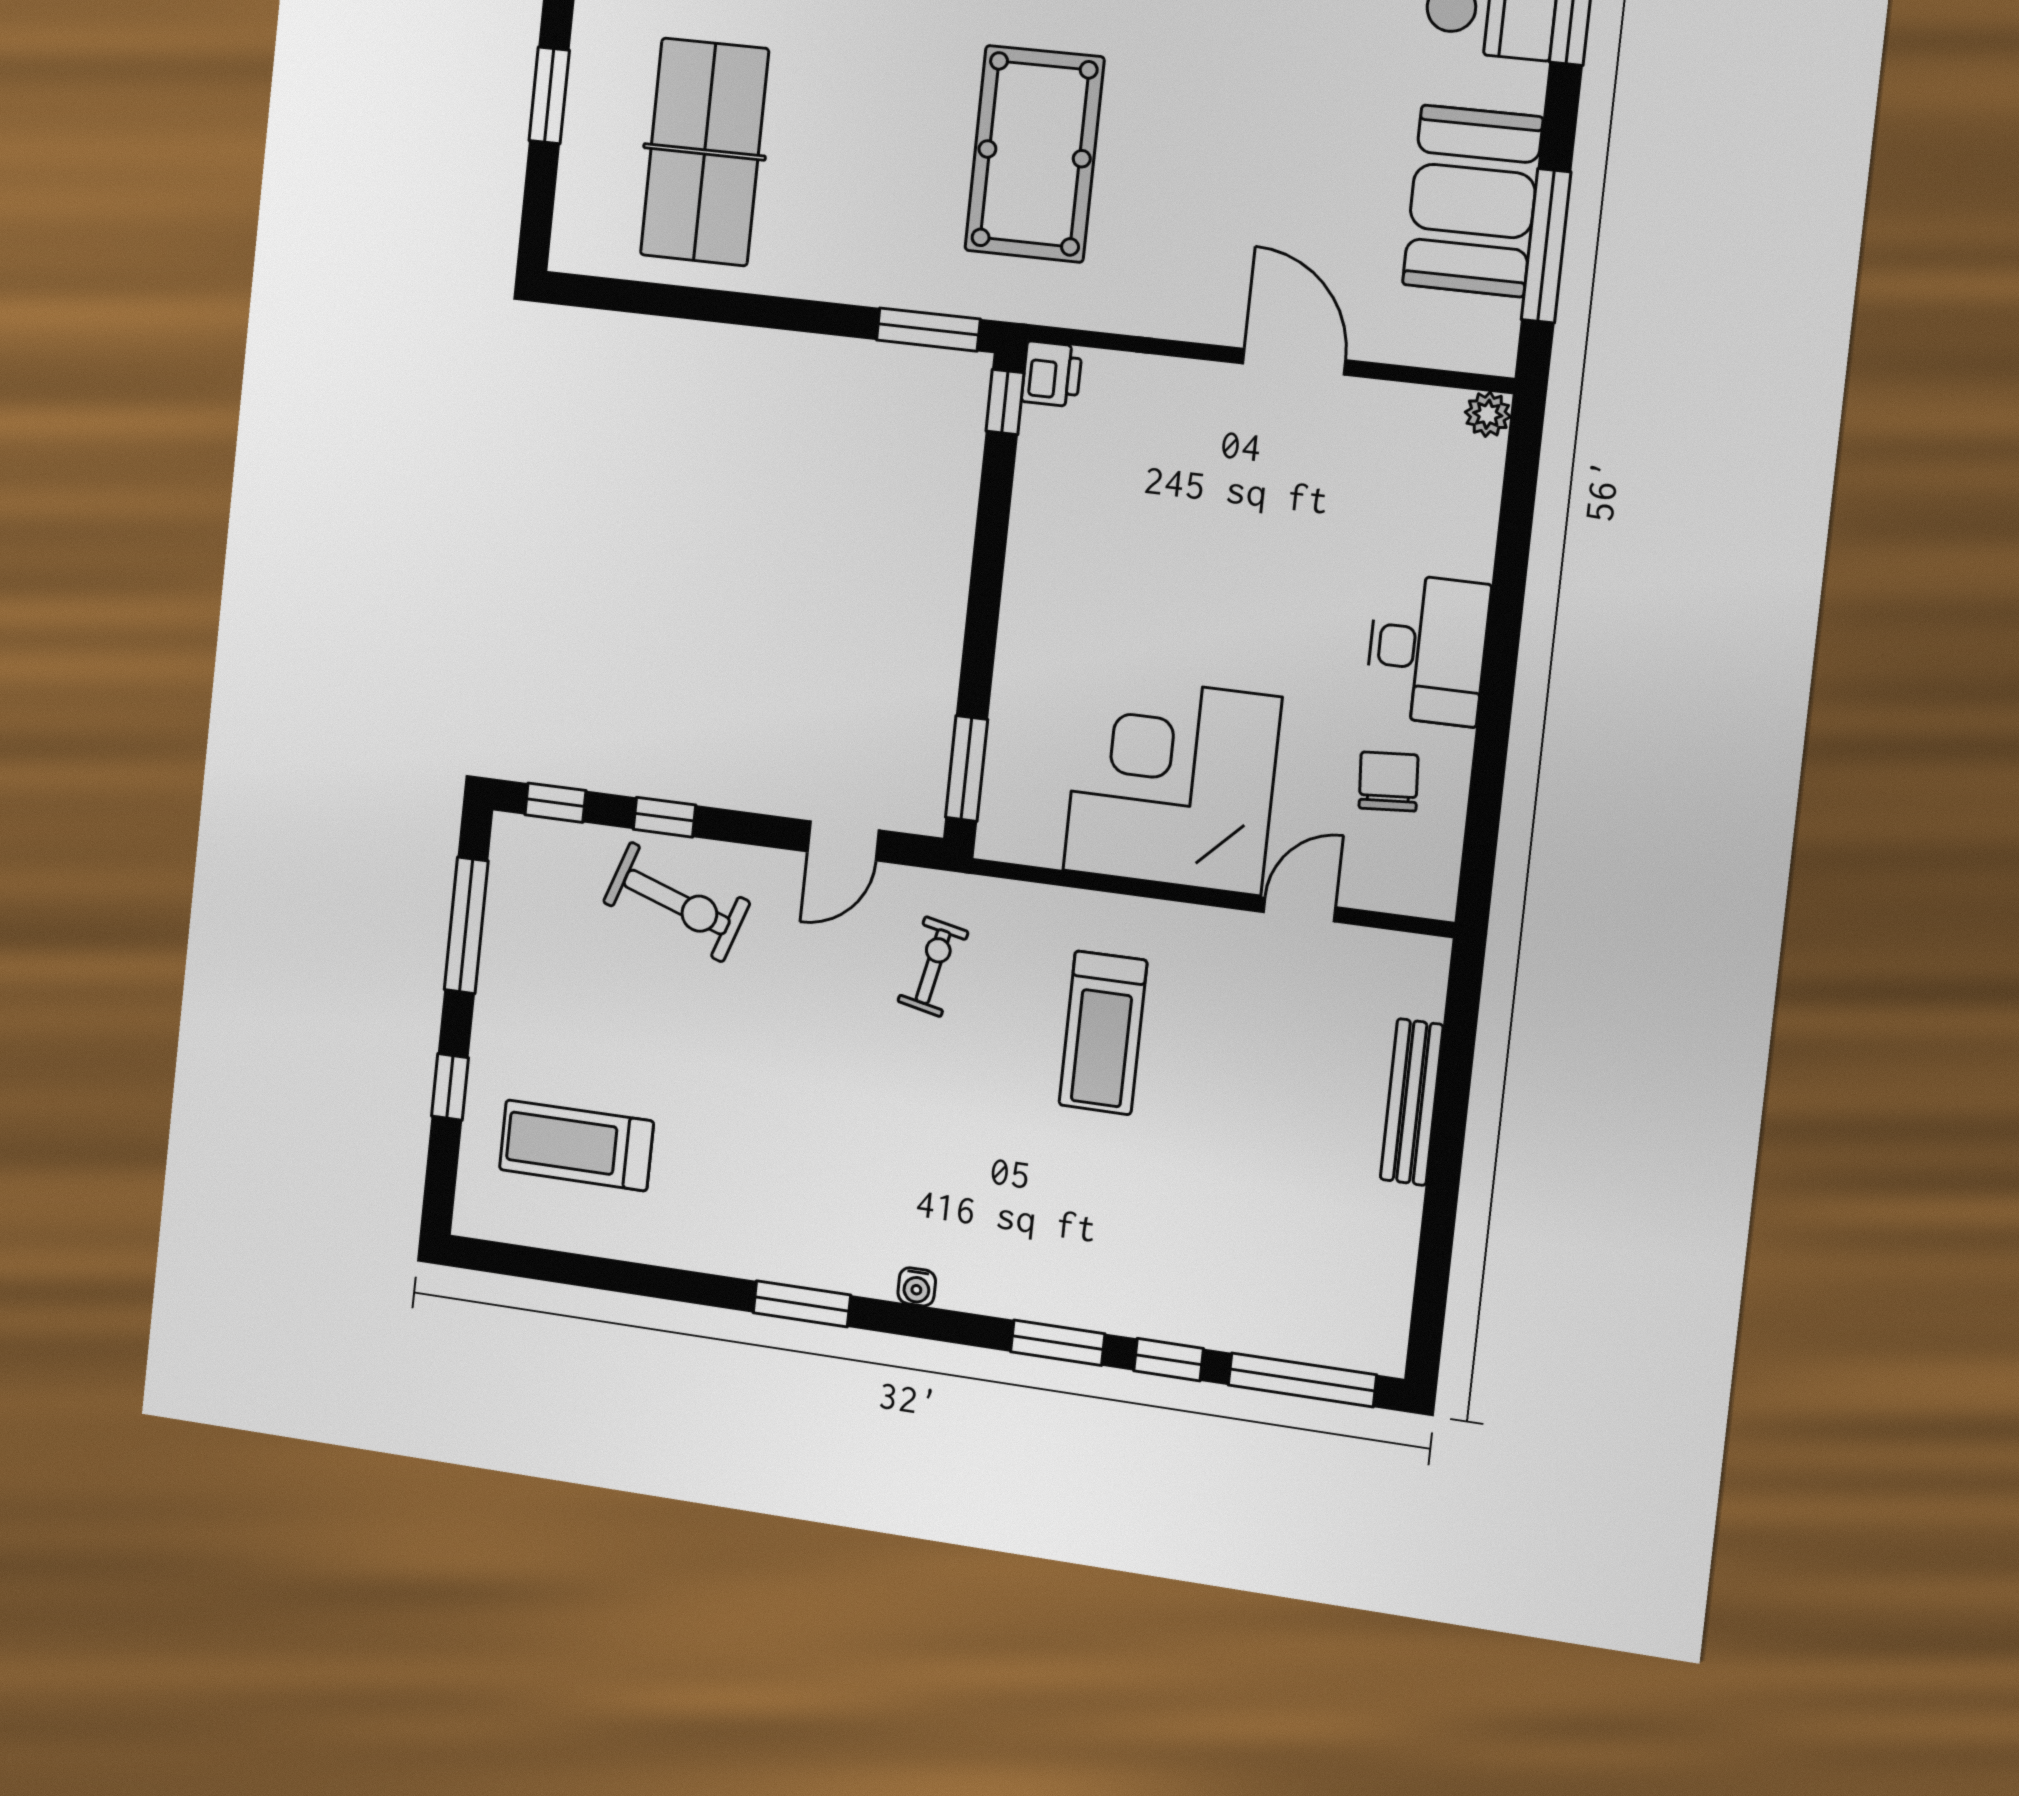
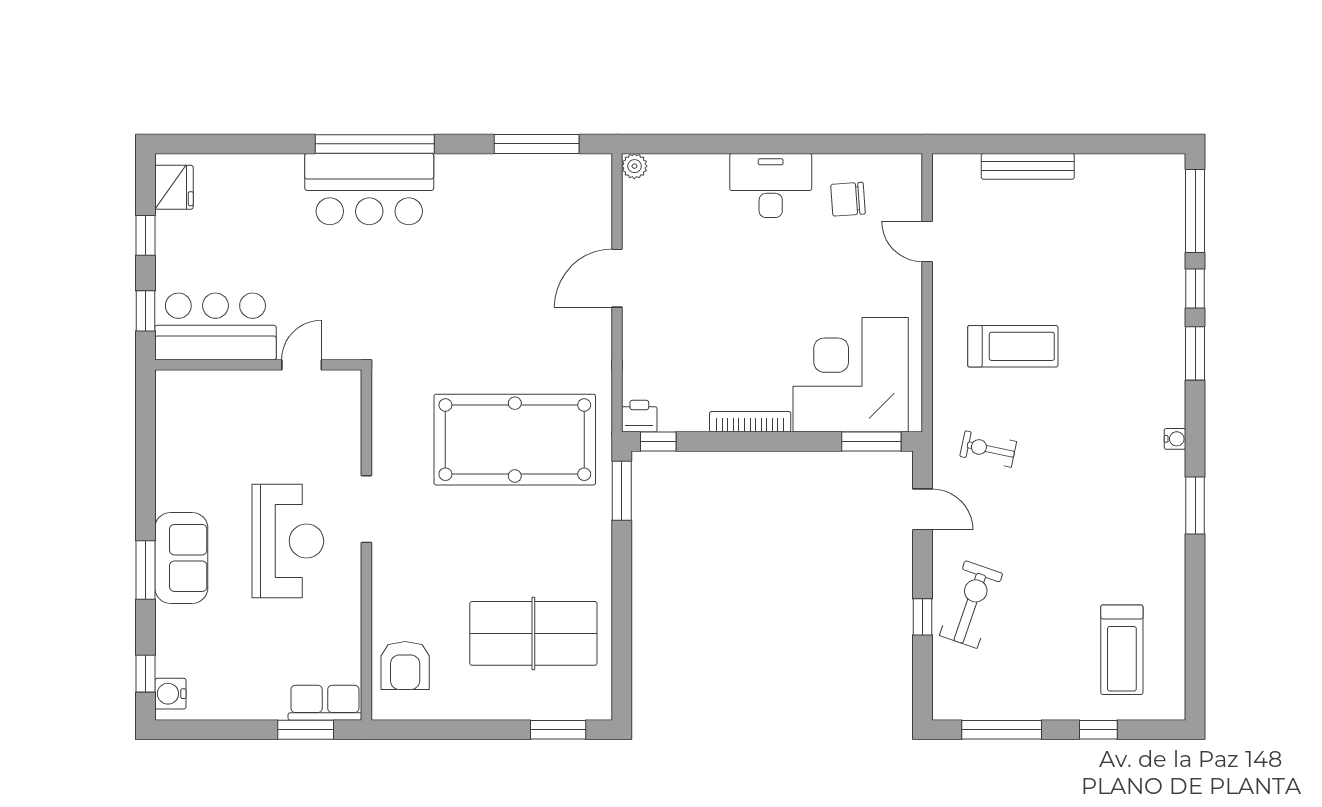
window: (549, 95) -> (558, 730), moved
pool table: (1034, 154) -> (515, 440), width x1.36, depth x1.32
booth: (1473, 201) -> (516, 188), removed
bookcase: (1022, 564) -> (750, 422), added
corner desk: (1172, 784) -> (851, 375), moved, turned 90
window: (555, 803) -> (922, 683), removed

